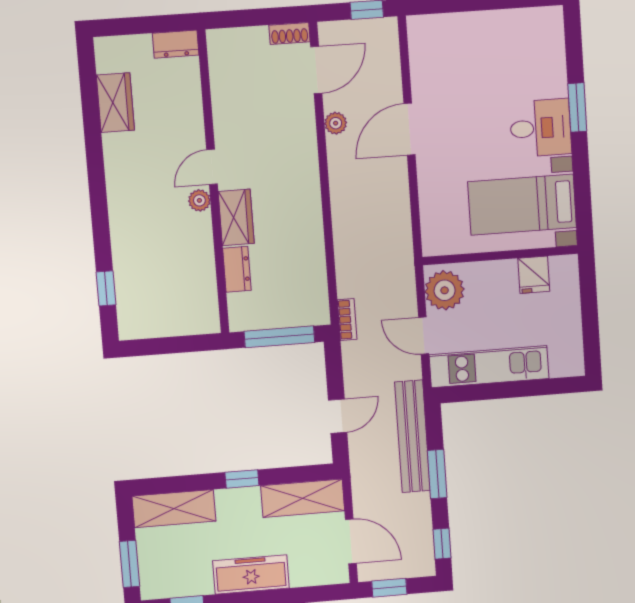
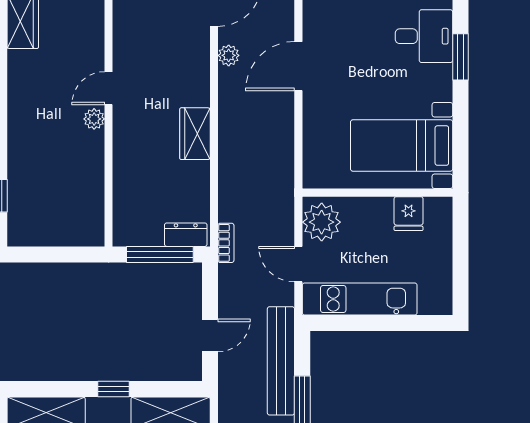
desk: (541, 128) -> (424, 36), moved
wardrobe: (236, 217) -> (195, 134), moved, turned 180
dresser: (237, 269) -> (186, 235), moved, turned -90

